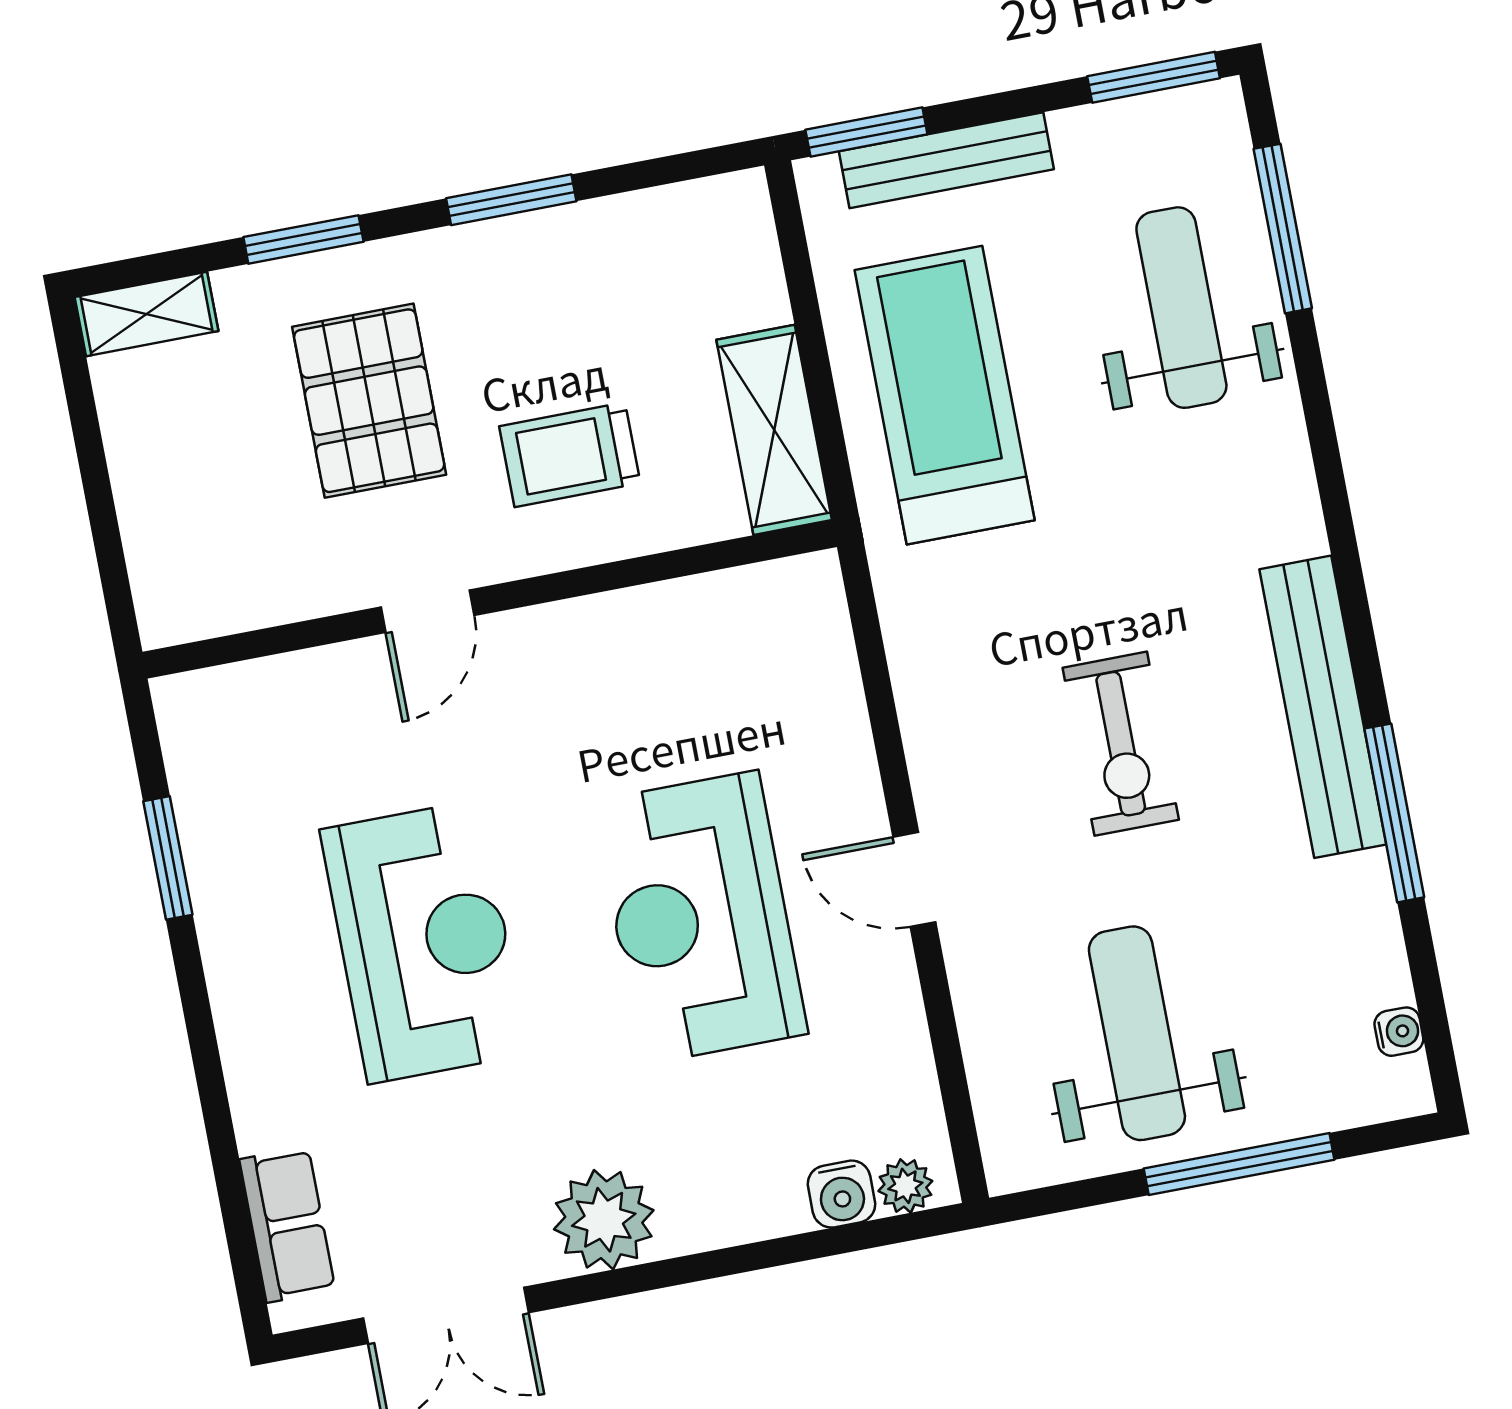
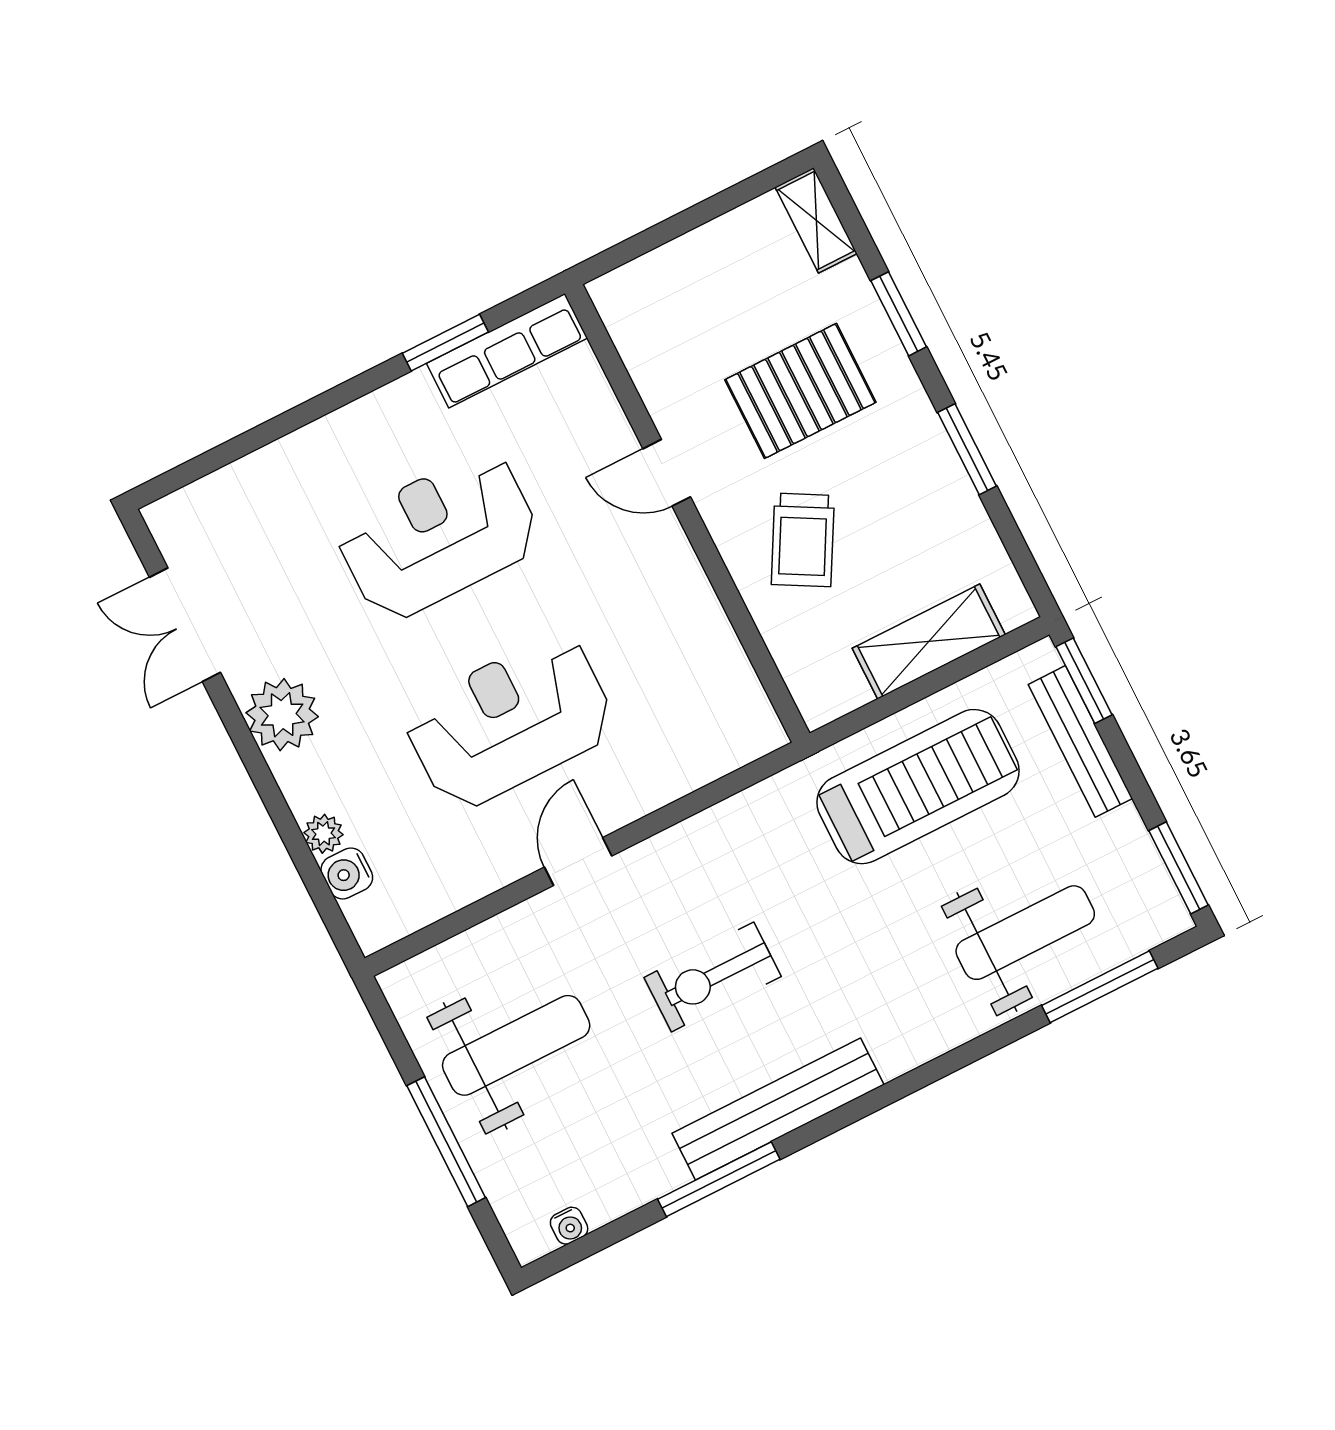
shelving: (774, 430) -> (929, 642), moved
trolley: (570, 455) -> (803, 540), turned -151
reception desk: (424, 942) -> (438, 536), turned 180
plant: (905, 1186) -> (323, 834), moved
row of seats: (287, 1225) -> (507, 351), moved, width x1.48

